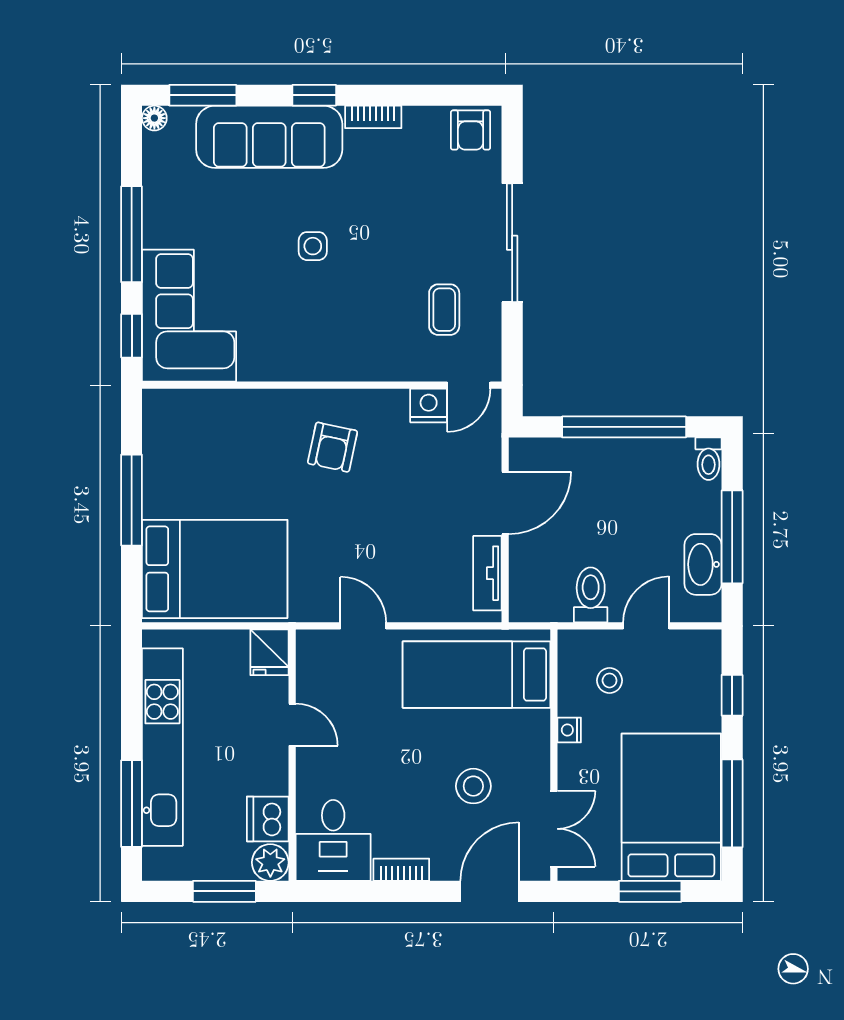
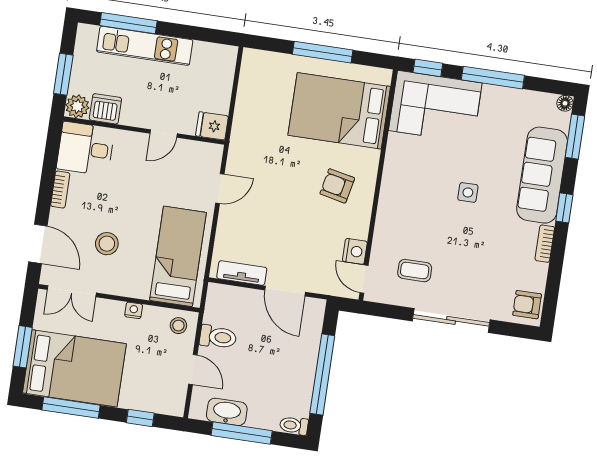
bed: (215, 569) -> (339, 111), moved, turned 90
stool: (610, 680) -> (178, 326), moved
kitchen unit: (162, 747) -> (145, 46), width x0.73

